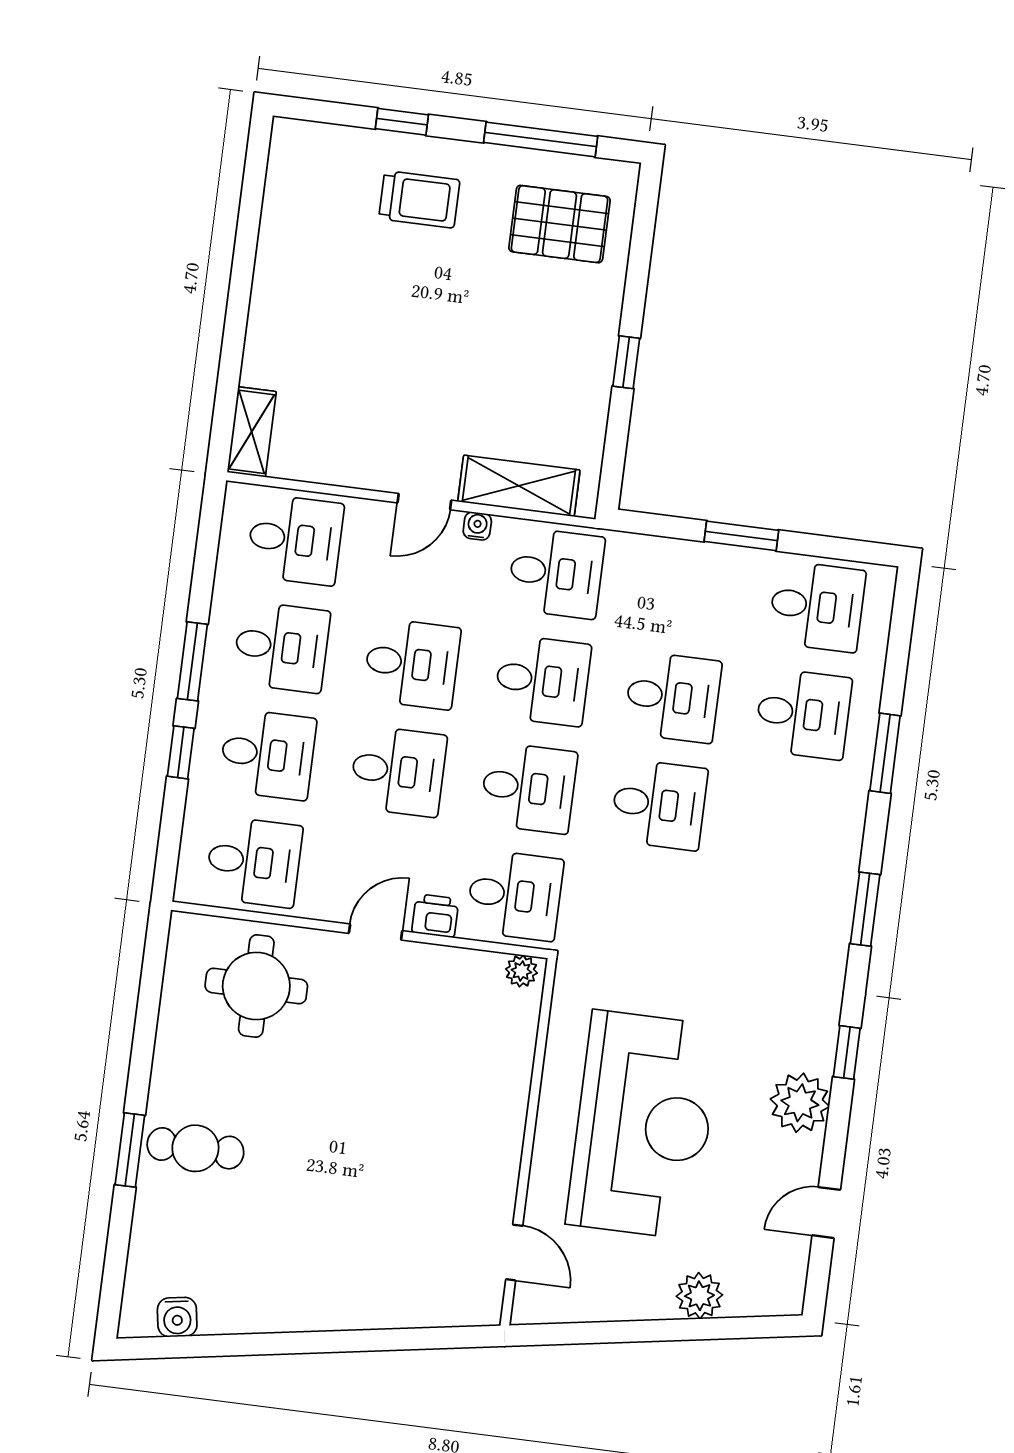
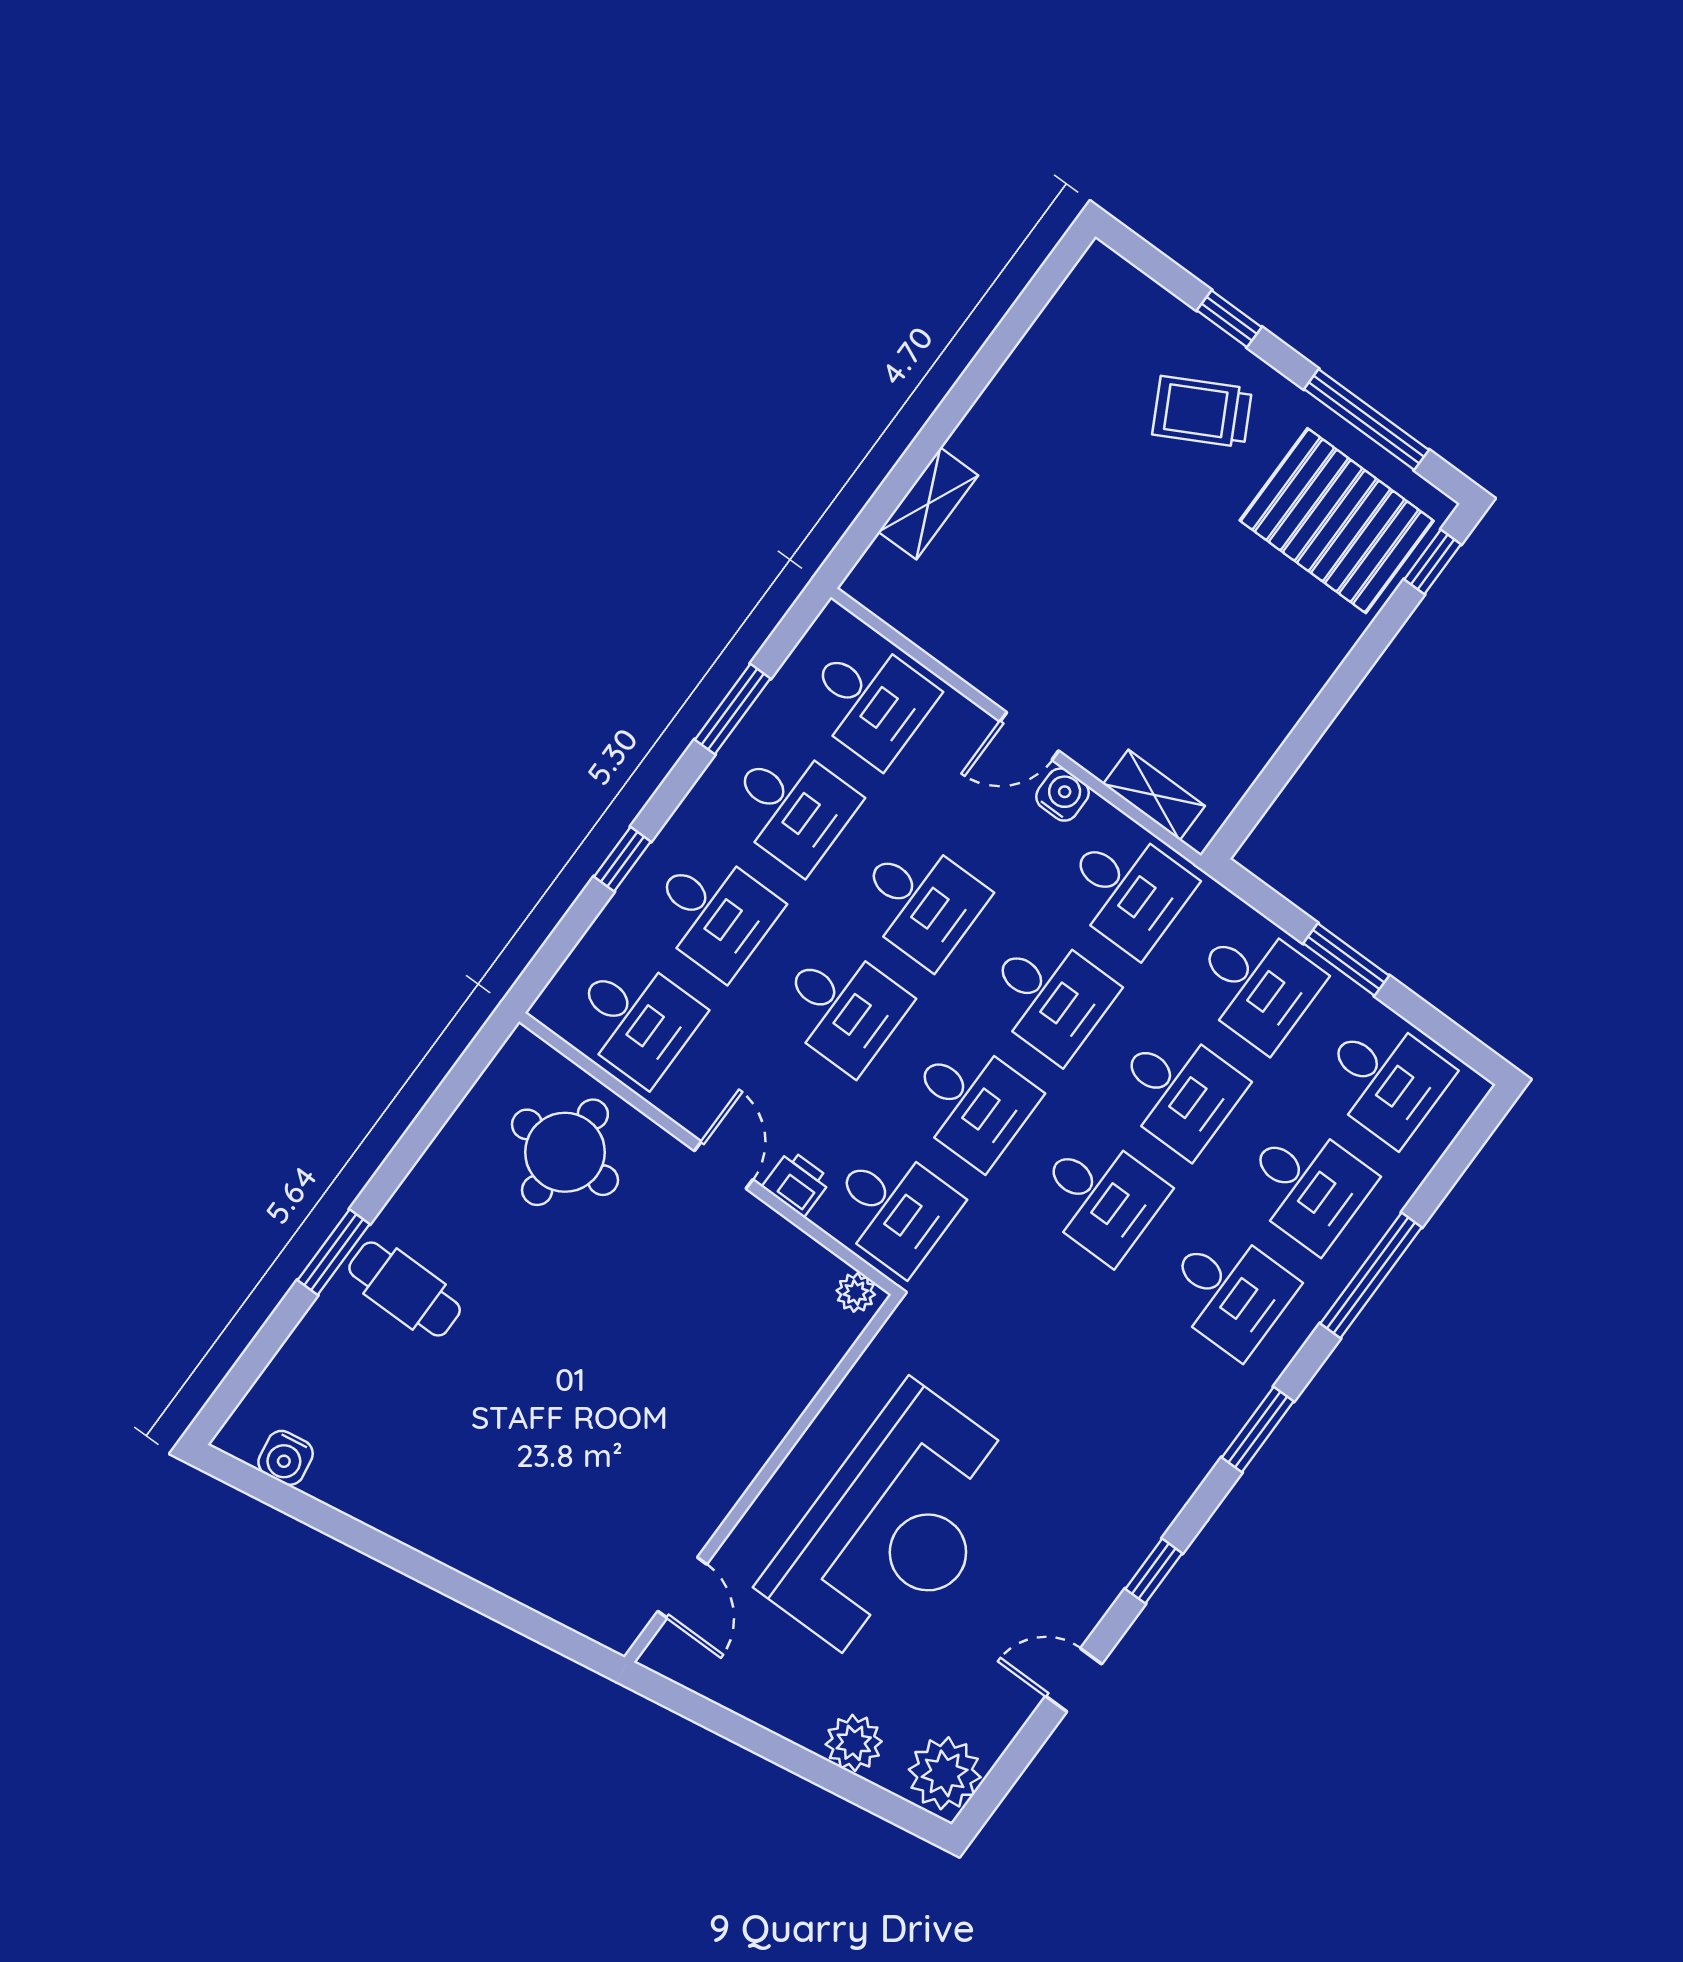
trolley: (419, 199) -> (1202, 412), turned 152
pallet: (559, 224) -> (1337, 521), width x1.37, depth x1.41
window: (626, 362) -> (1433, 562), moved
shelving: (252, 432) -> (928, 504), moved
shelving: (519, 486) -> (1154, 795), width x0.67, depth x0.75
water cooler: (477, 526) -> (1062, 795), width x1.38, depth x1.38
desk: (686, 590) -> (1256, 984), added
window: (192, 661) -> (733, 709), moved
window: (885, 753) -> (1371, 1275), width x1.44
desk: (789, 821) -> (1229, 1291), added
door: (376, 932) -> (724, 1165), hinge flipped
plant: (800, 1103) -> (945, 1773), moved
door: (826, 1213) -> (1074, 1680), moved

